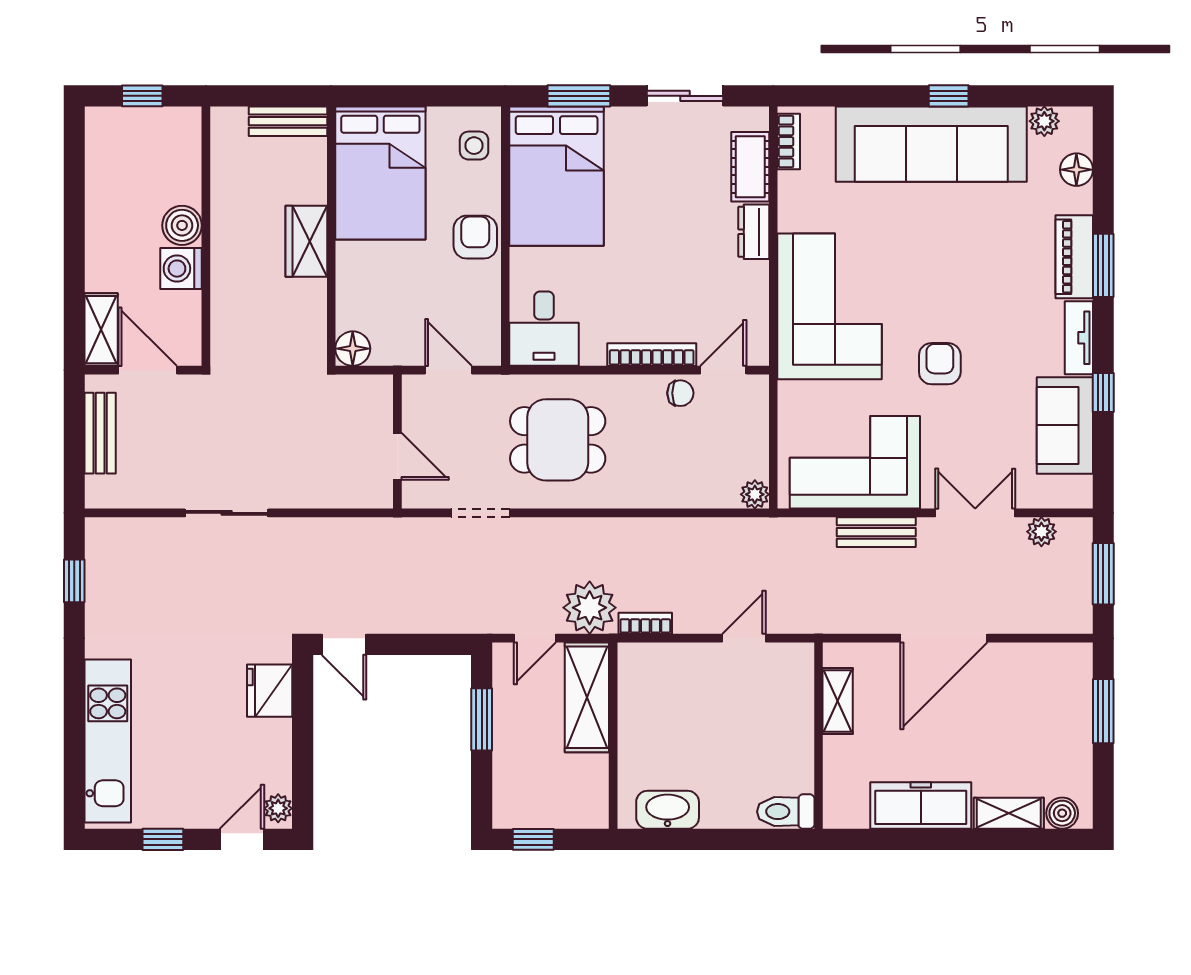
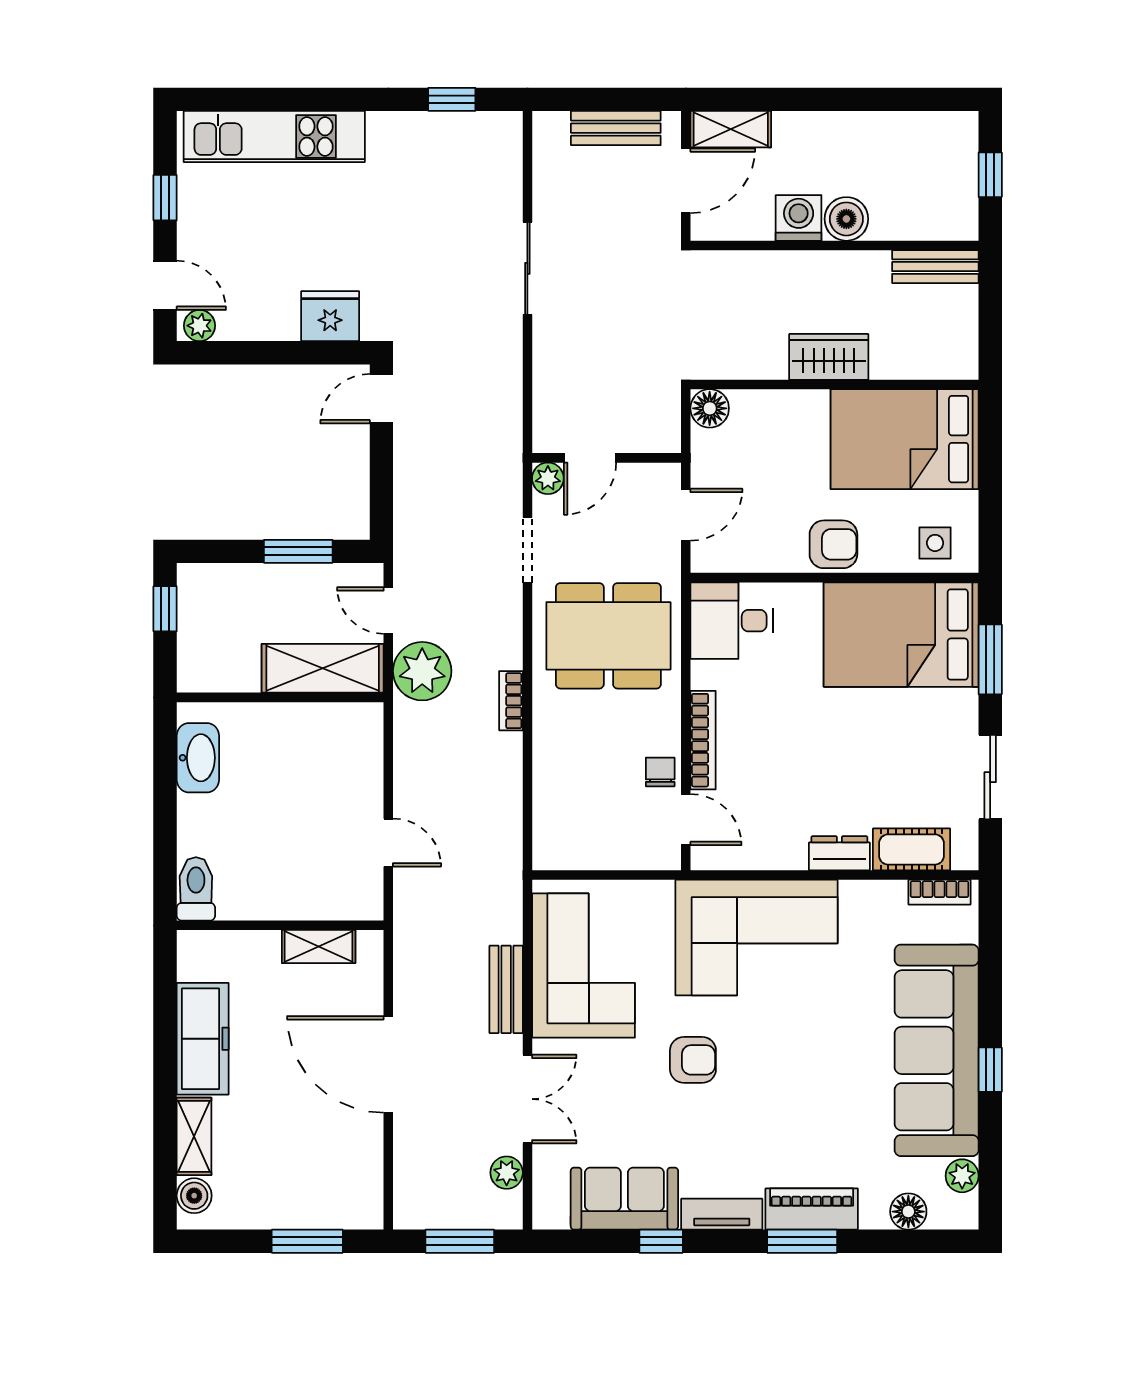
bench: (288, 121) -> (935, 267), moved, turned 90
chair: (680, 393) -> (660, 772), turned 180
dining table: (558, 440) -> (608, 636), width x1.38
plant: (755, 494) -> (548, 478), moved
bookcase: (645, 623) -> (511, 701), moved, turned 180

